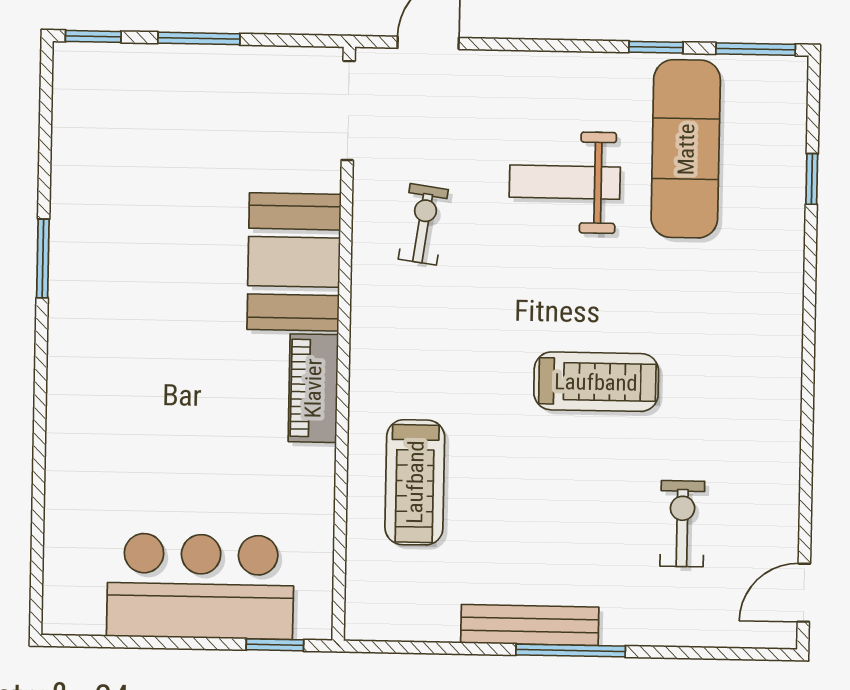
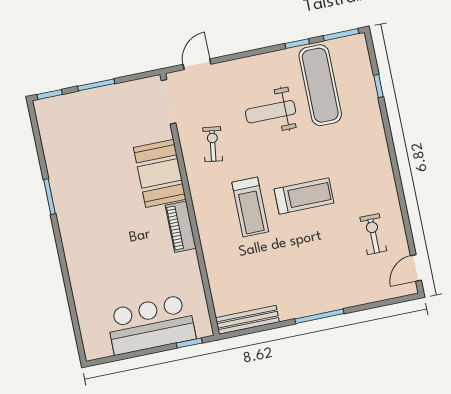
treadmill: (415, 482) -> (250, 207), moved
exercise bike: (682, 524) -> (373, 234), moved
bench: (530, 625) -> (247, 320), moved

